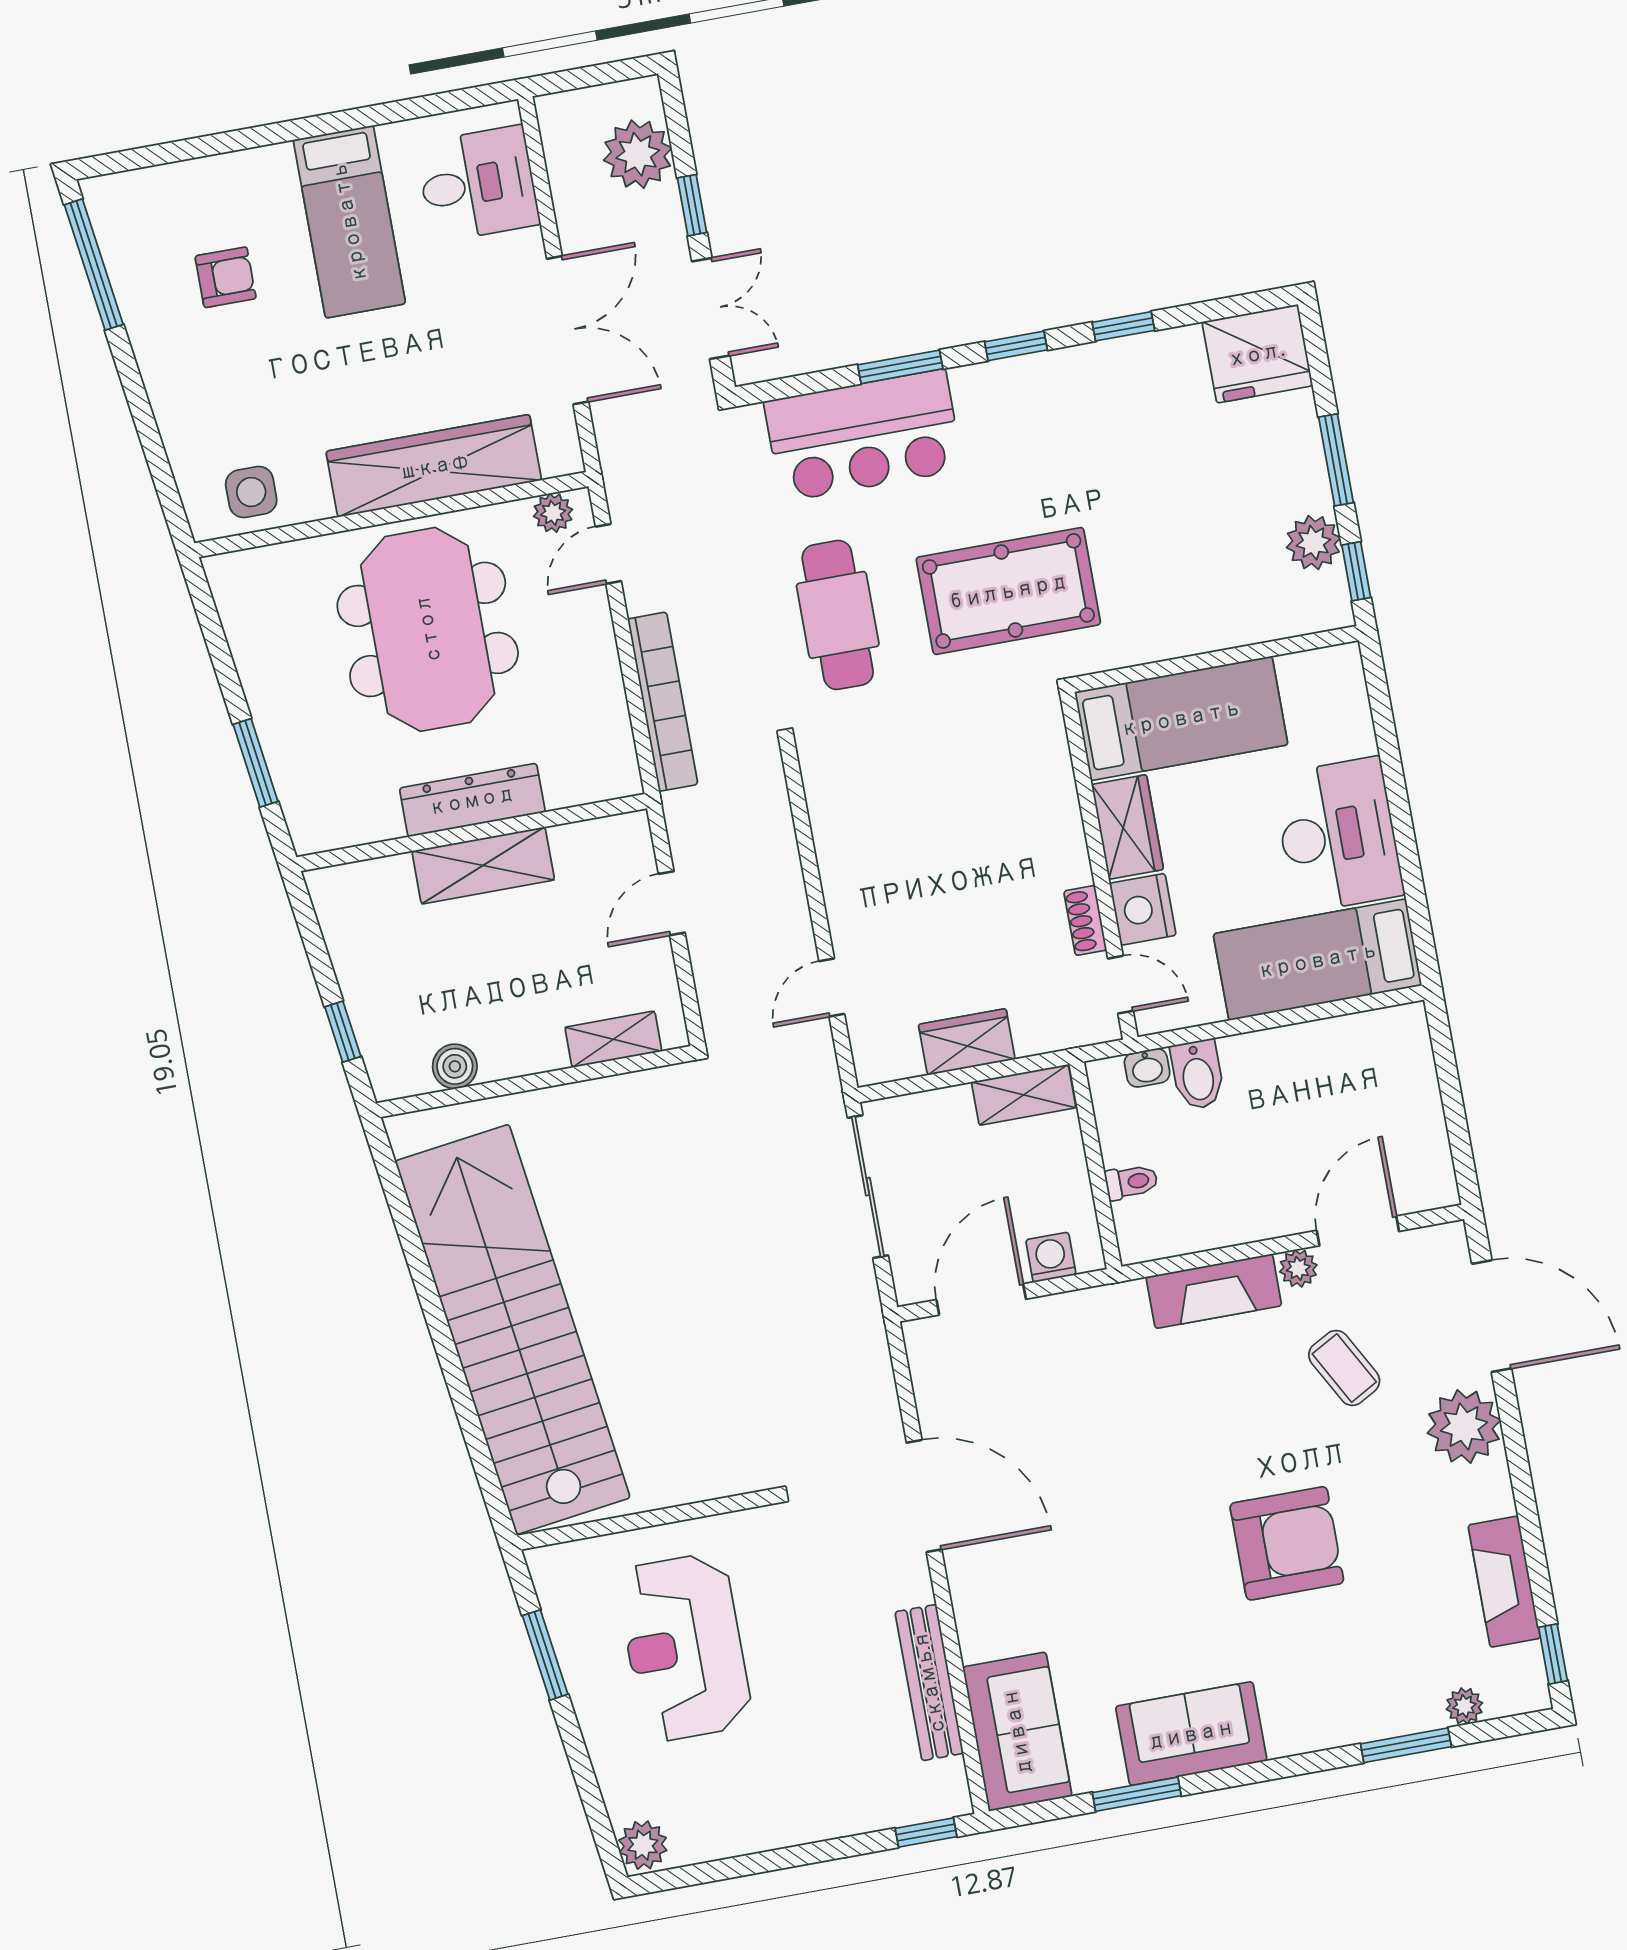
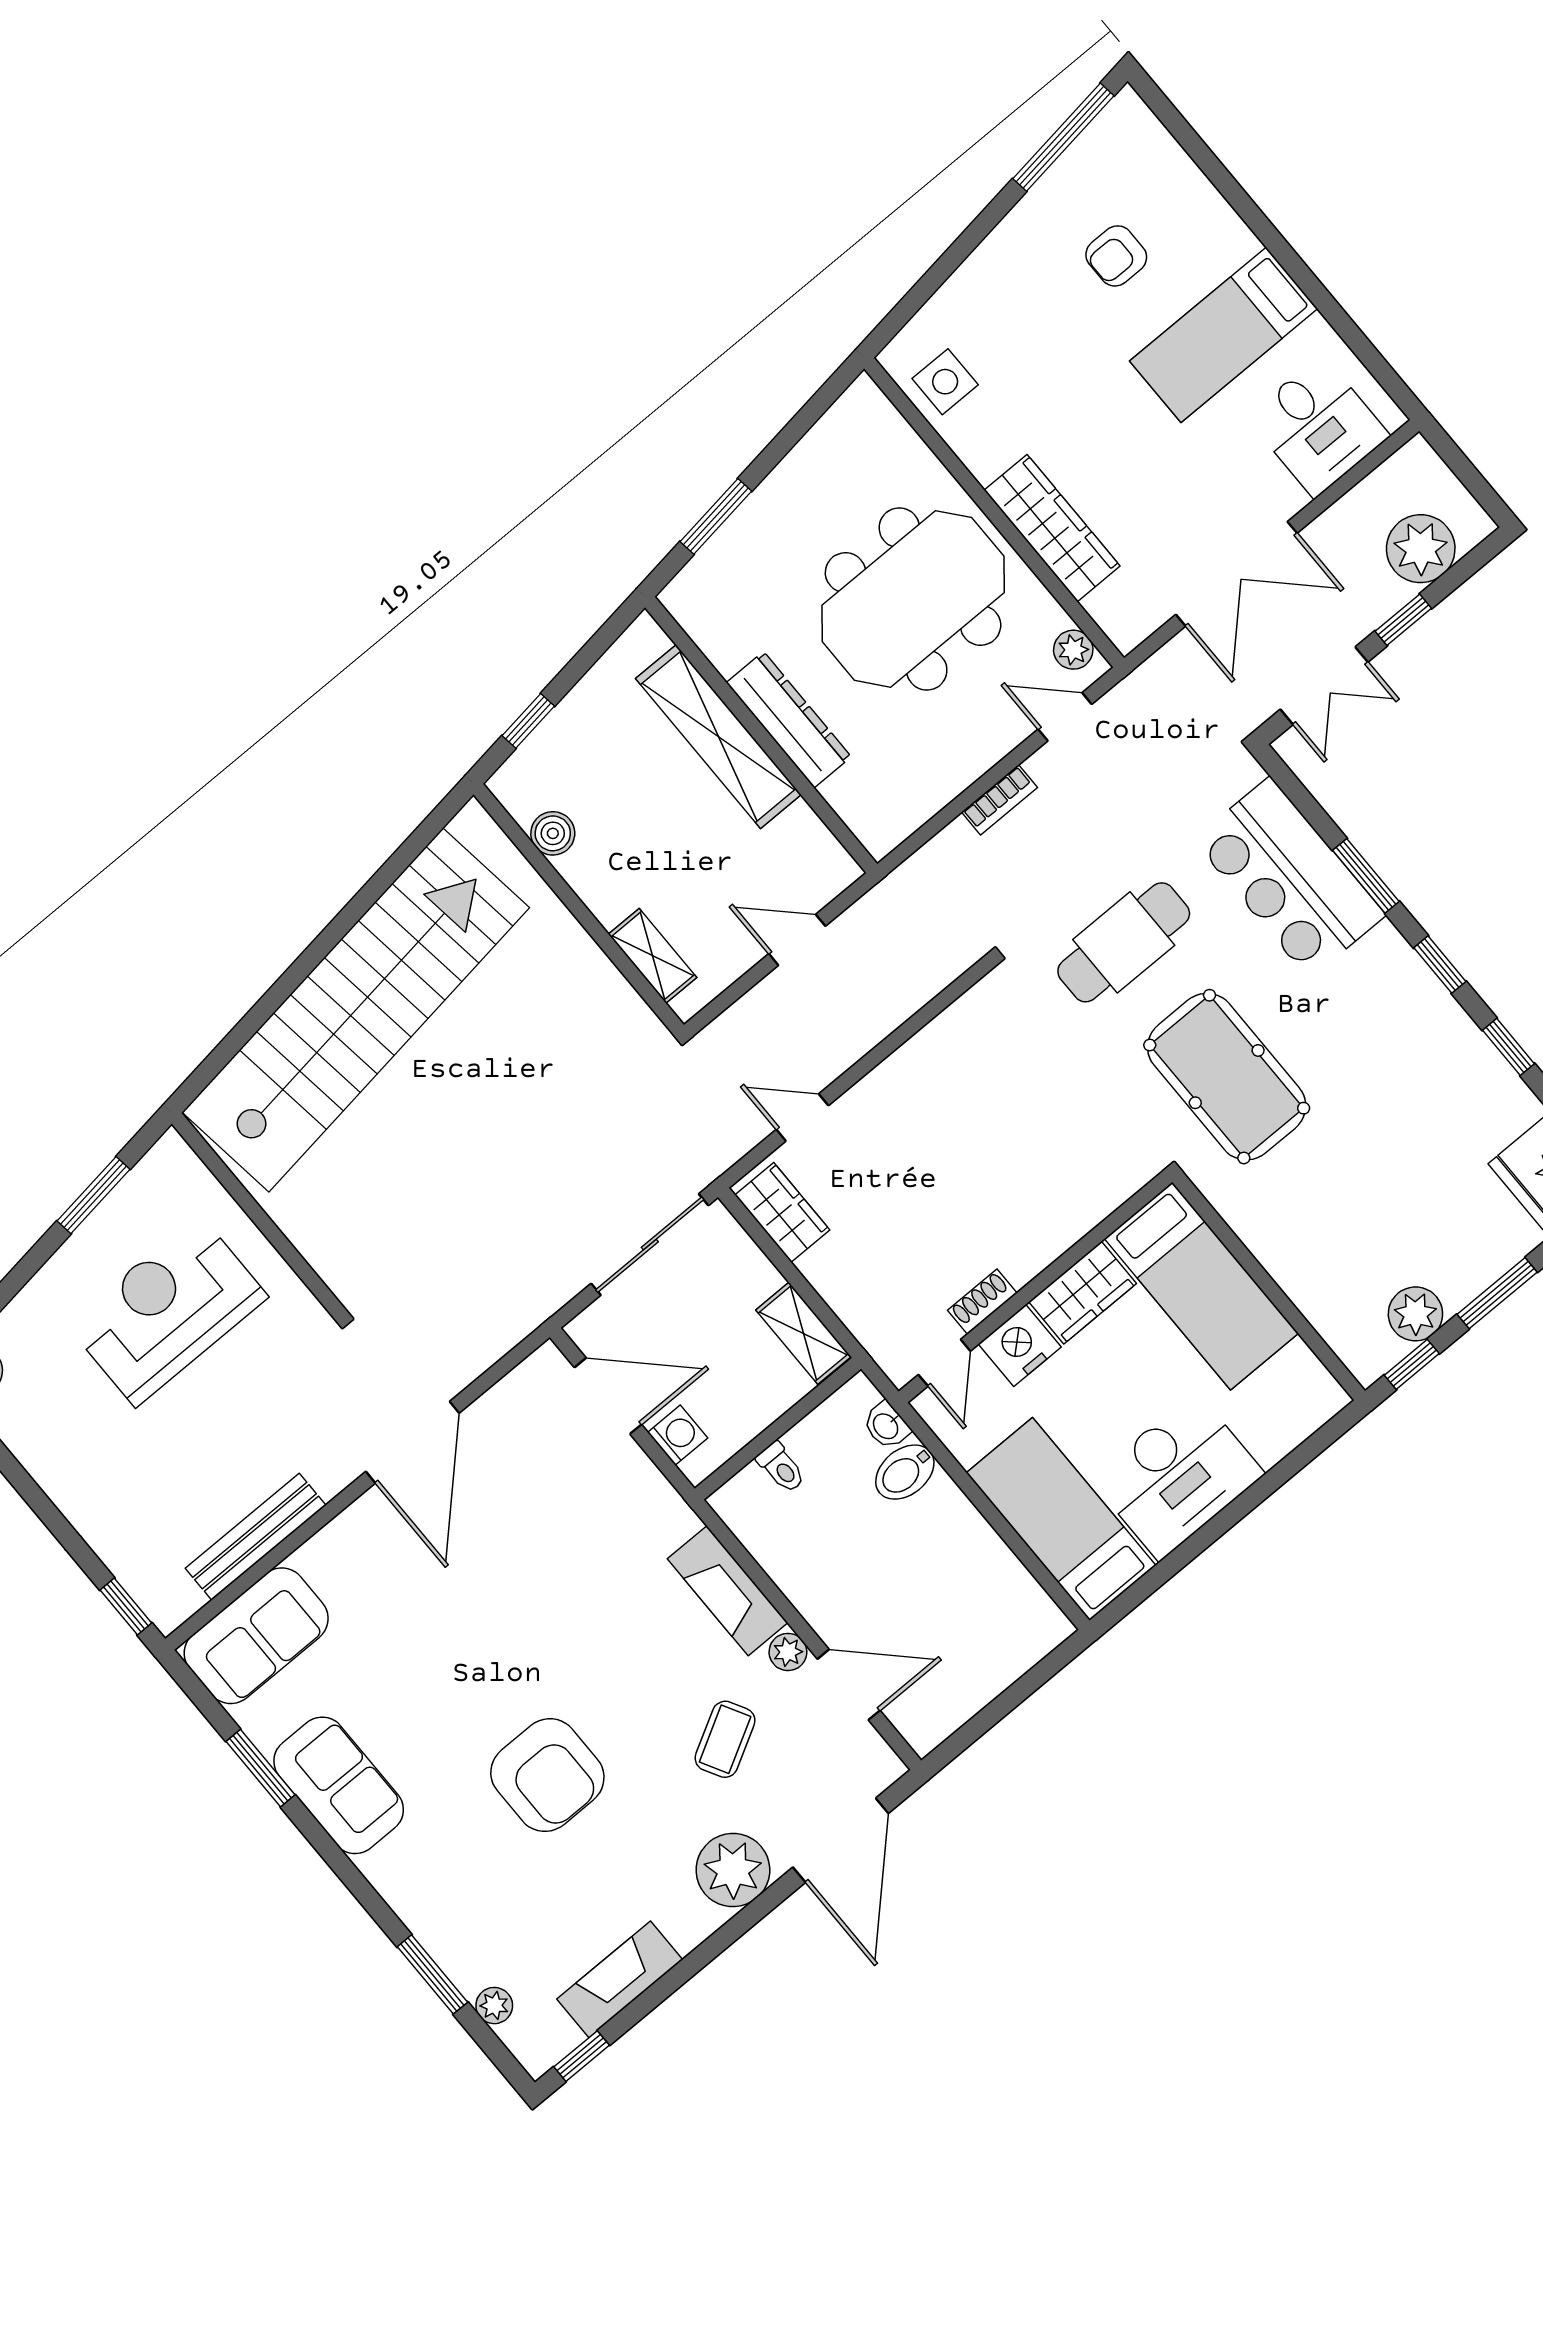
armchair: (226, 277) -> (1116, 256), turned 90
wardrobe: (434, 466) -> (1052, 528), width x0.71, depth x0.85
bookcase: (663, 702) -> (999, 800), width x0.43, depth x0.76
shelving: (483, 865) -> (718, 737), width x1.47
wardrobe: (967, 1042) -> (782, 1212), moved

